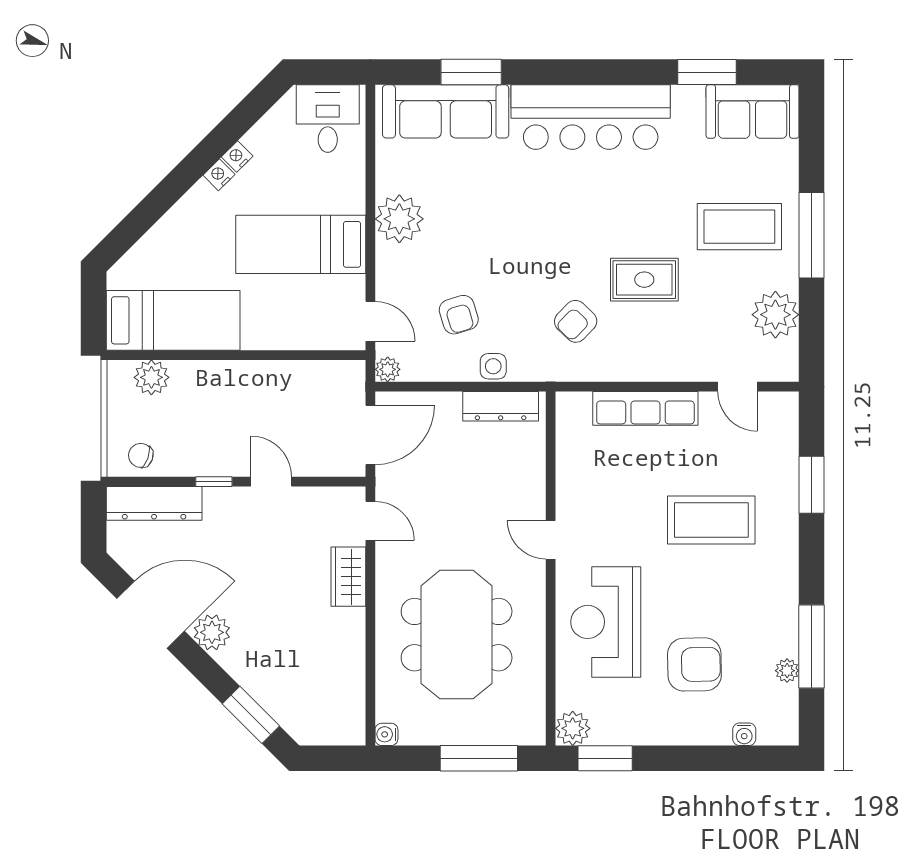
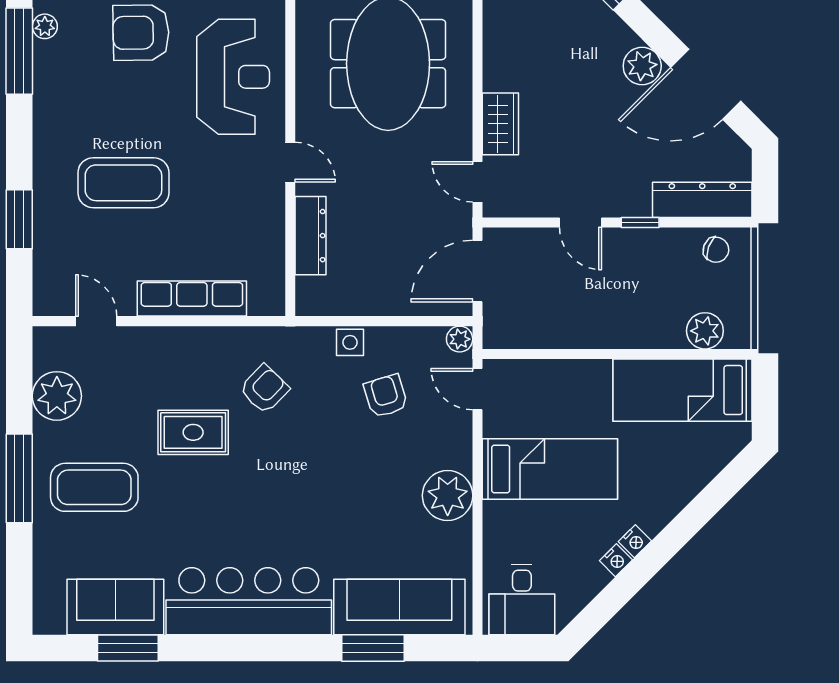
sofa: (753, 111) -> (115, 607), moved
dresser: (501, 406) -> (311, 236), moved, turned 90

